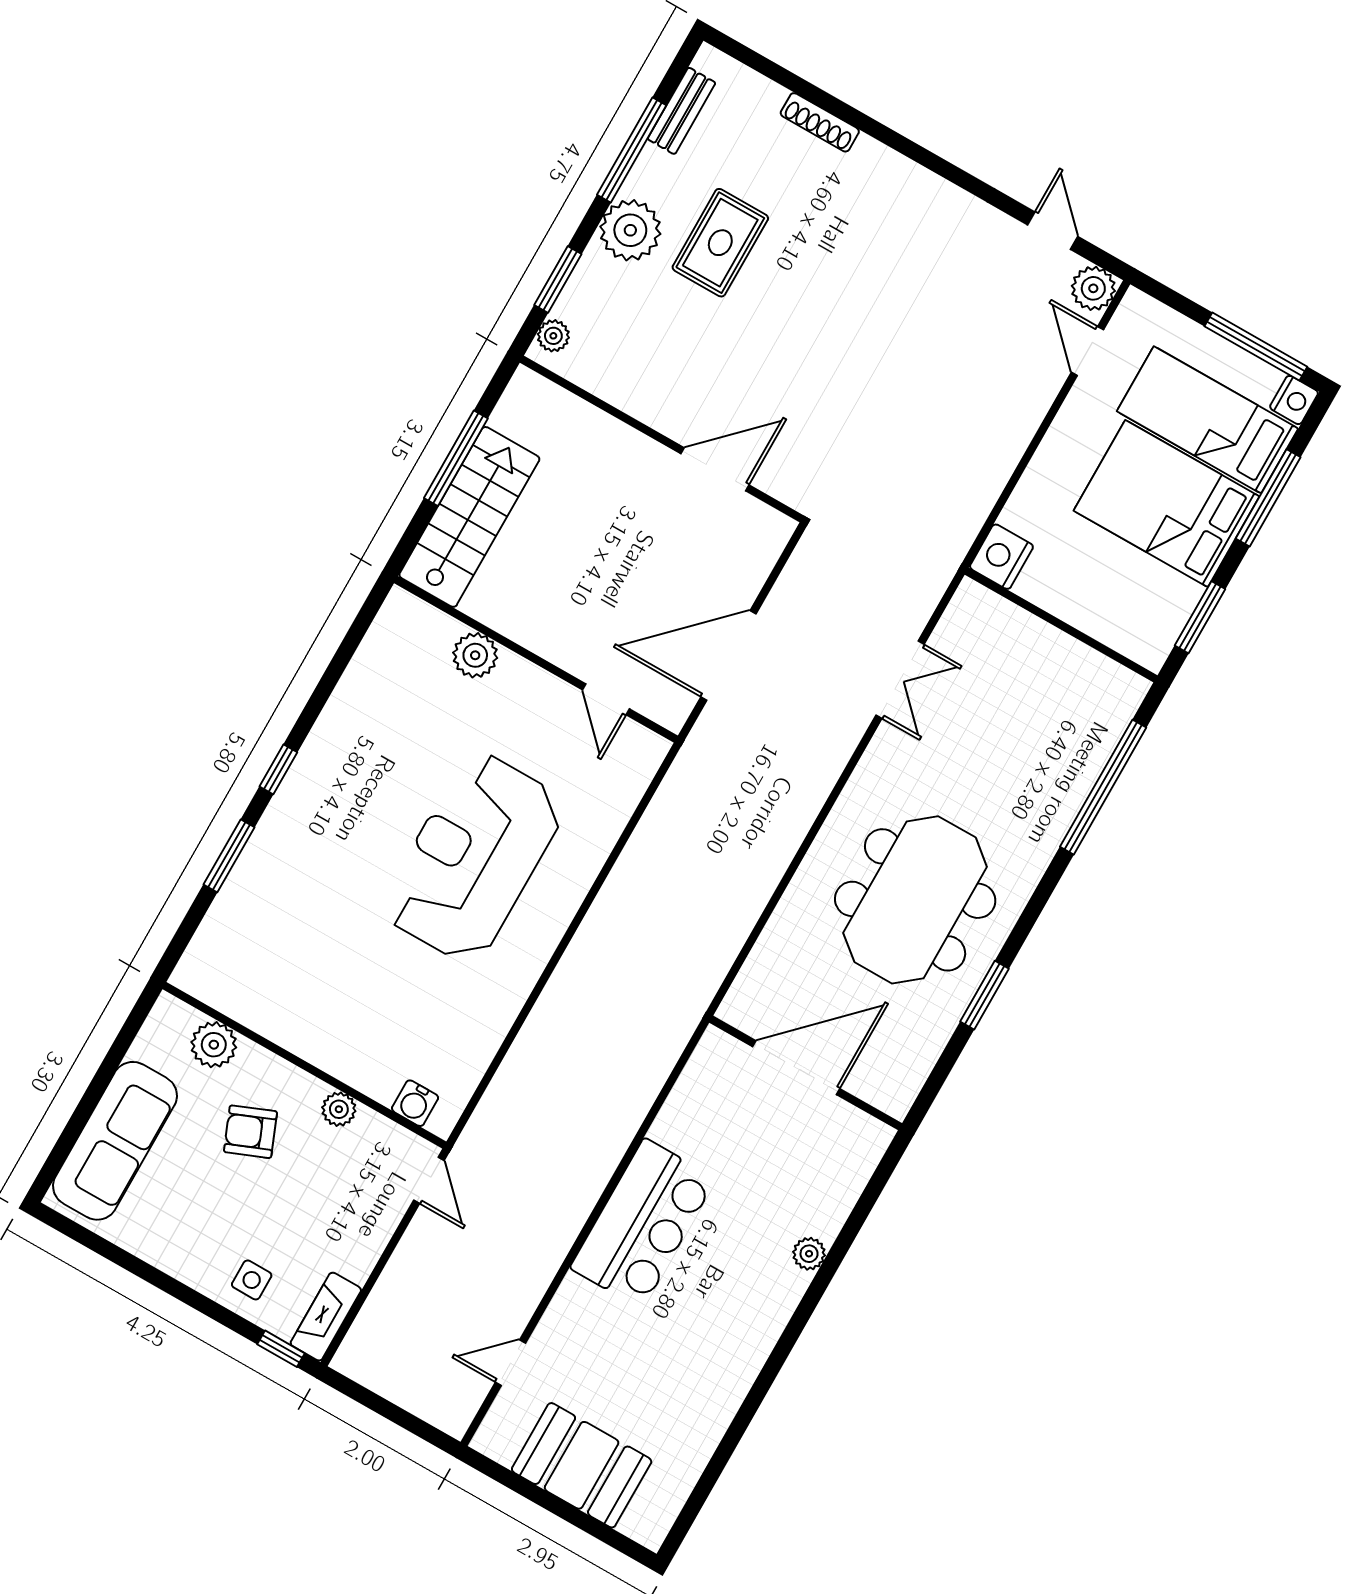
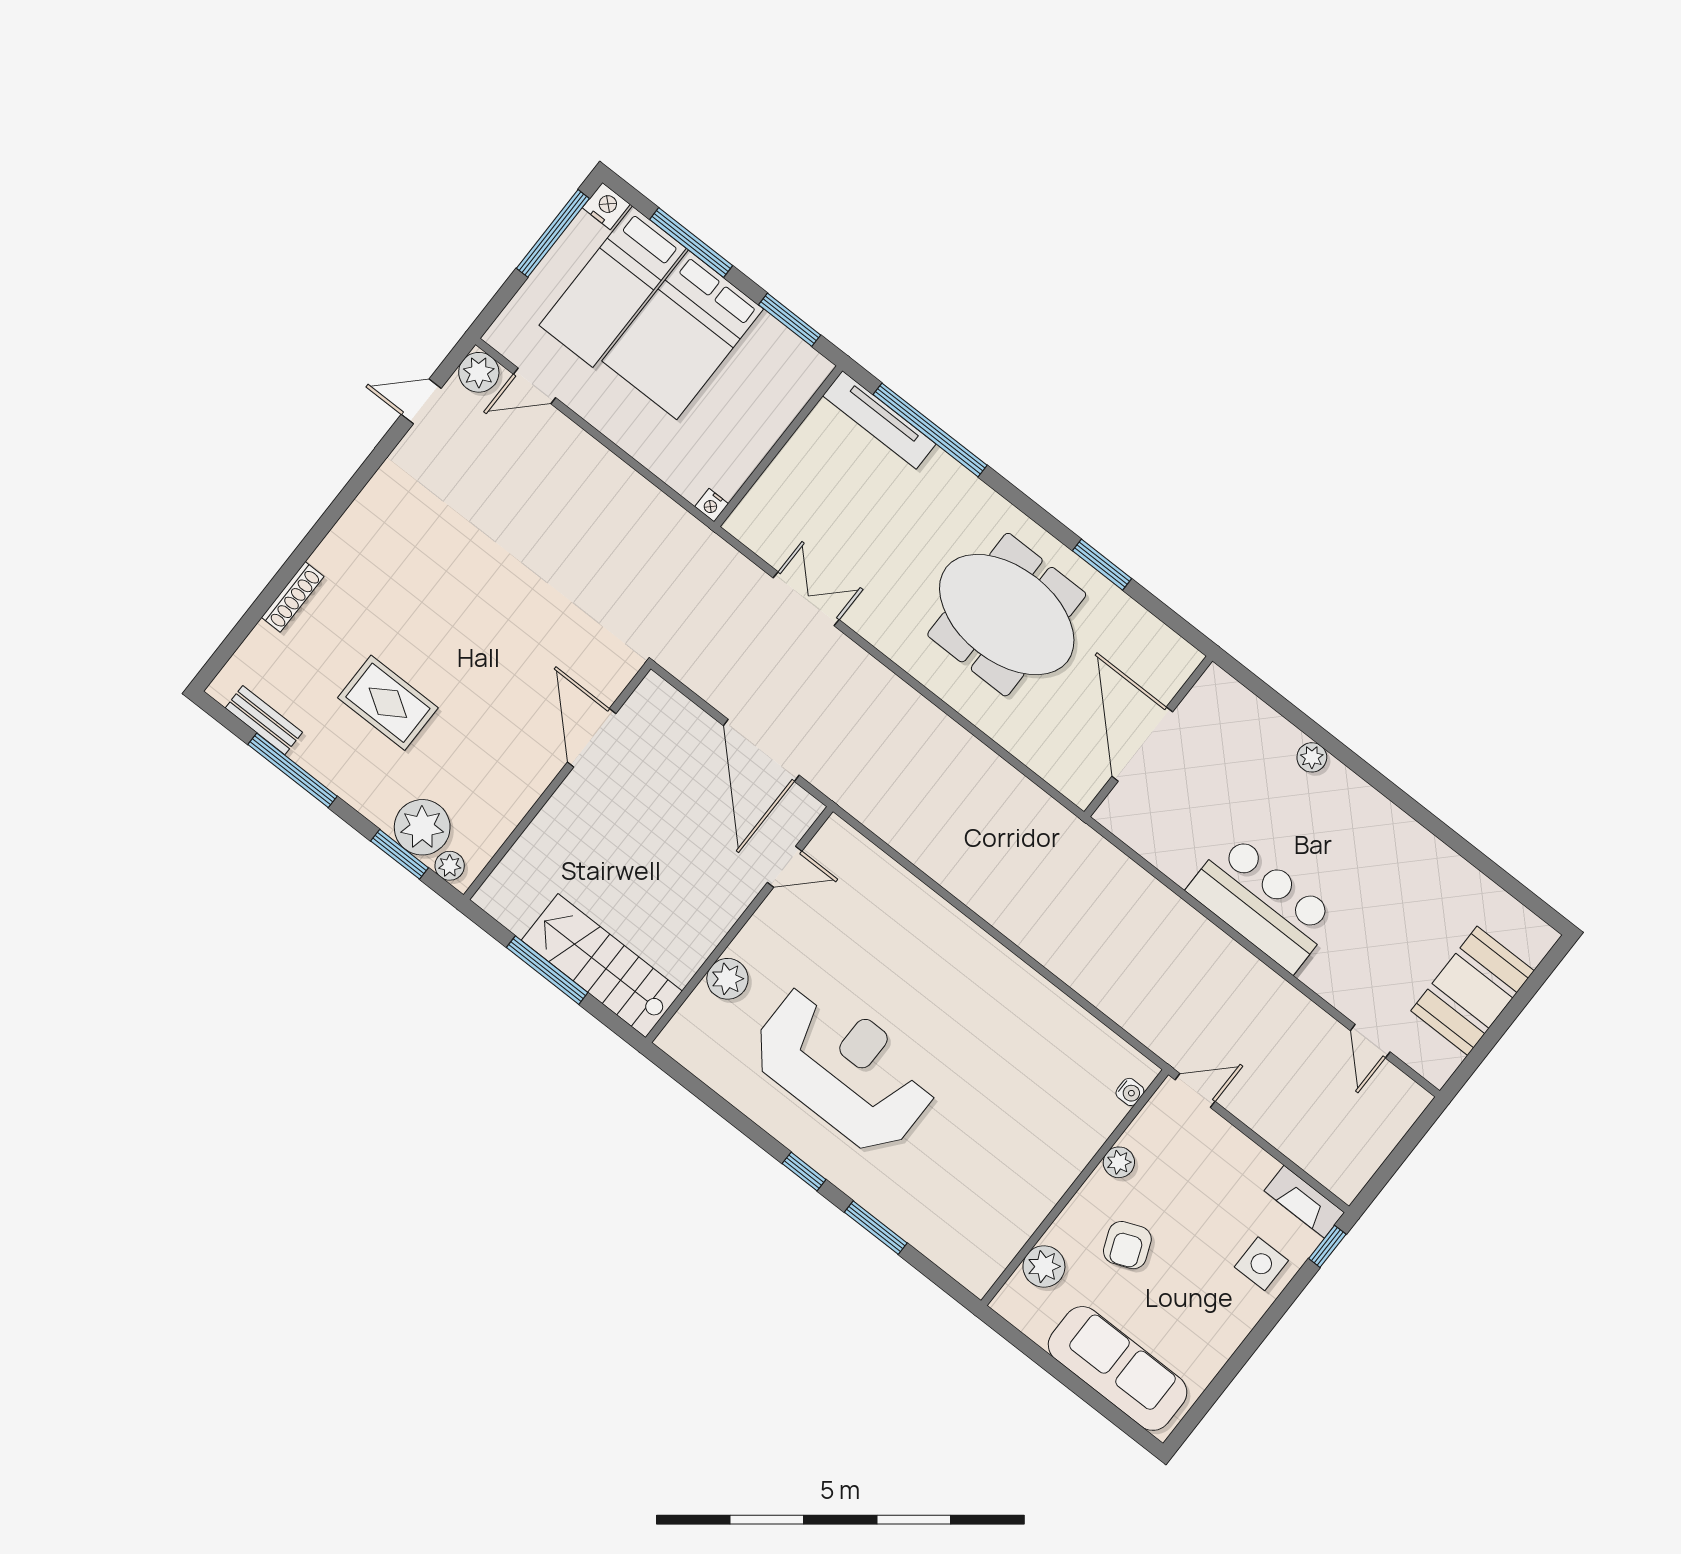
plant: (630, 230) -> (422, 827), moved
nightstand: (1001, 557) -> (712, 505), width x0.53, depth x0.56
tv unit: (1106, 730) -> (879, 420), added
reception desk: (473, 858) -> (844, 1068), moved, turned 180
water cooler: (415, 1103) -> (1130, 1092), width x0.72, depth x0.72
side table: (252, 1280) -> (1261, 1264), width x1.37, depth x1.37

